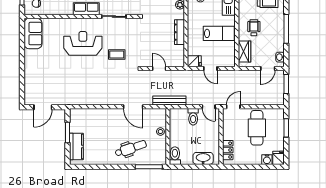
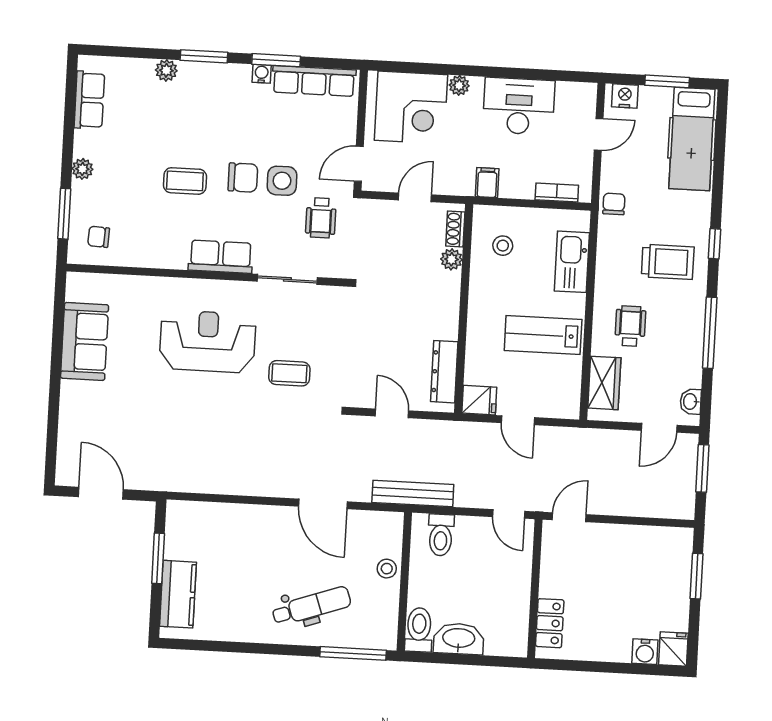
dresser: (179, 32) -> (444, 372), moved
lab bench: (219, 33) -> (543, 335), turned 180
sofa: (33, 34) -> (85, 341), moved
door: (43, 107) -> (101, 493), swing flipped
toilet: (193, 117) -> (441, 535), moved
cafe table: (257, 128) -> (624, 572), removed
washbasin: (203, 158) -> (459, 639), moved

